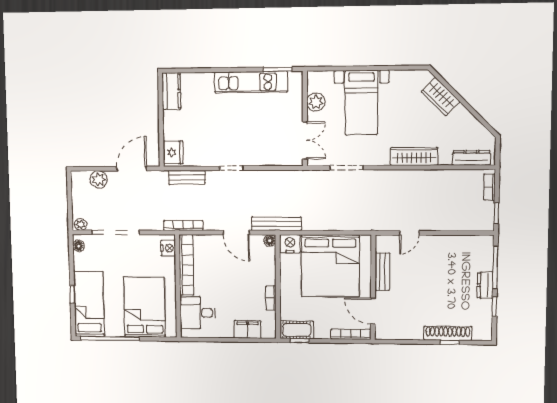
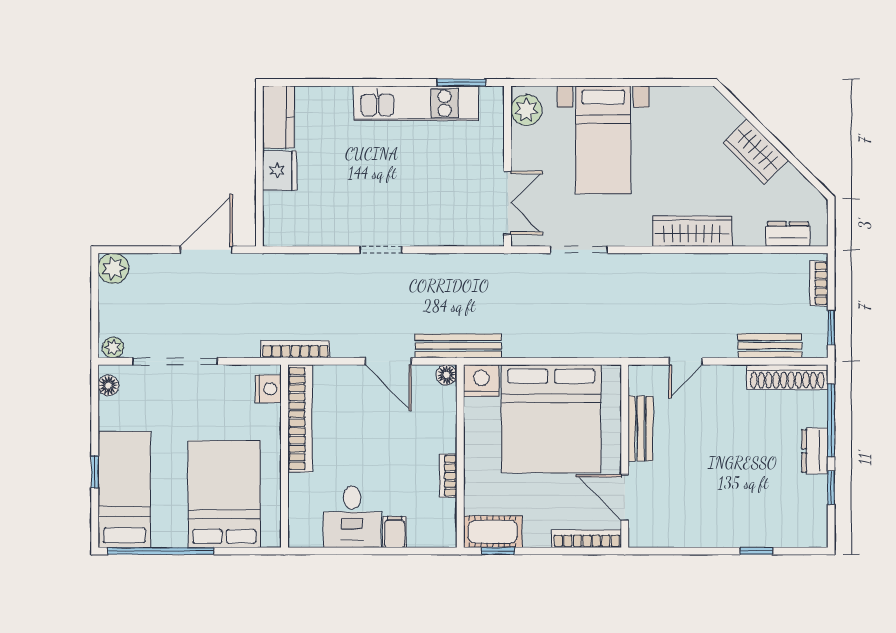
wardrobe: (441, 96) -> (756, 152), moved
plant: (316, 102) -> (526, 110), moved
fridge: (173, 152) -> (280, 171), moved
dresser: (471, 158) -> (788, 234), width x0.70
bench: (187, 177) -> (770, 346), moved
plant: (99, 179) -> (113, 268), moved
desk: (198, 313) -> (352, 517), moved, turned -90
filing cabinet: (247, 329) -> (395, 532), width x0.50
shoe rack: (448, 333) -> (787, 377), moved, turned 180

